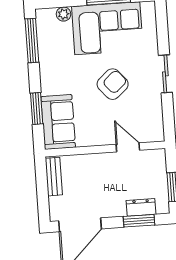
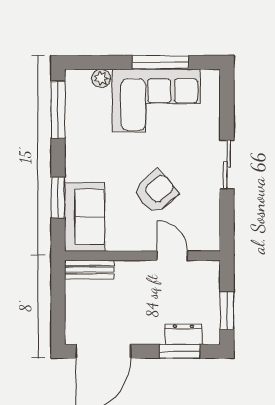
armchair: (113, 84) -> (156, 192), moved
bench: (54, 177) -> (89, 270), moved, turned 90

